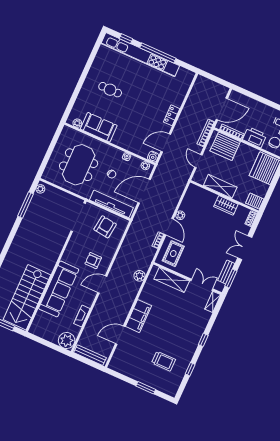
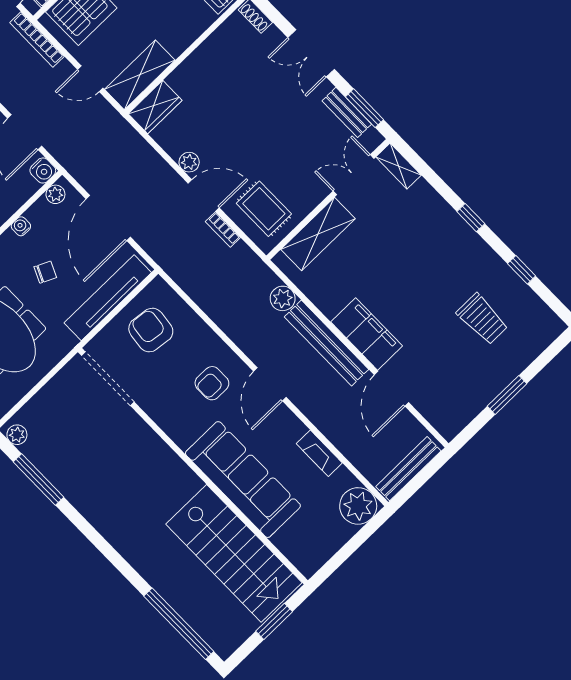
shelving: (220, 186) -> (140, 75), moved
wardrobe: (226, 205) -> (155, 107), moved
bench: (128, 301) -> (326, 343), added
trolley: (163, 361) -> (482, 319), turned 90
window: (146, 388) -> (507, 395), moved

